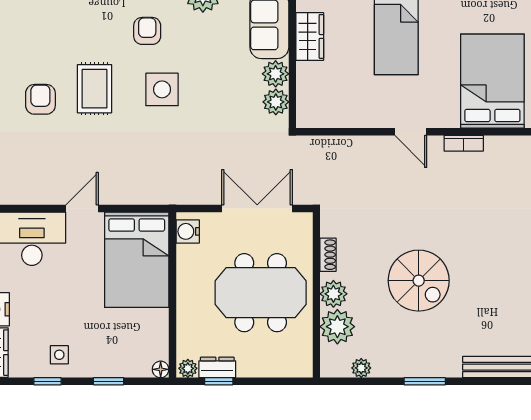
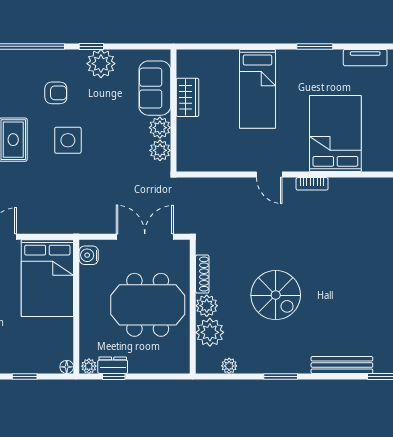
armchair: (147, 31) -> (56, 93), turned 90
shoe rack: (328, 255) -> (202, 274), width x1.43

